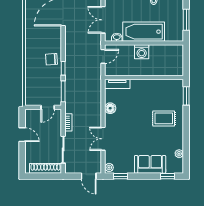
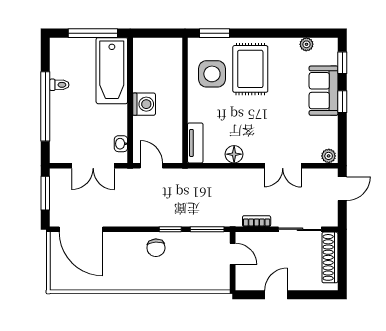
window: (186, 20) -> (93, 33), width x1.44
bathtub: (144, 32) -> (112, 71), moved
side table: (161, 94) -> (212, 74), added
rug: (164, 118) -> (250, 69), width x1.36, depth x1.43
window: (121, 176) -> (342, 102), moved

